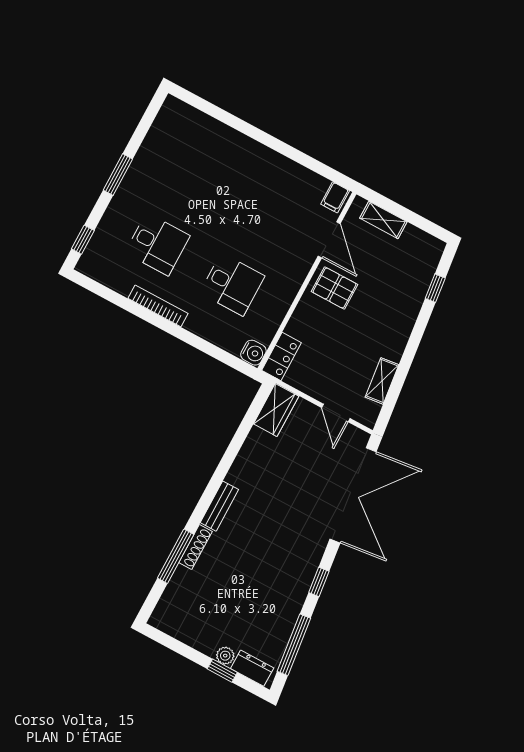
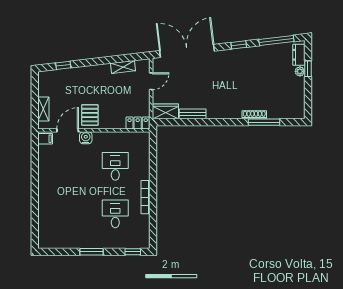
water cooler: (253, 353) -> (86, 138), moved
bench: (219, 506) -> (193, 114), moved

